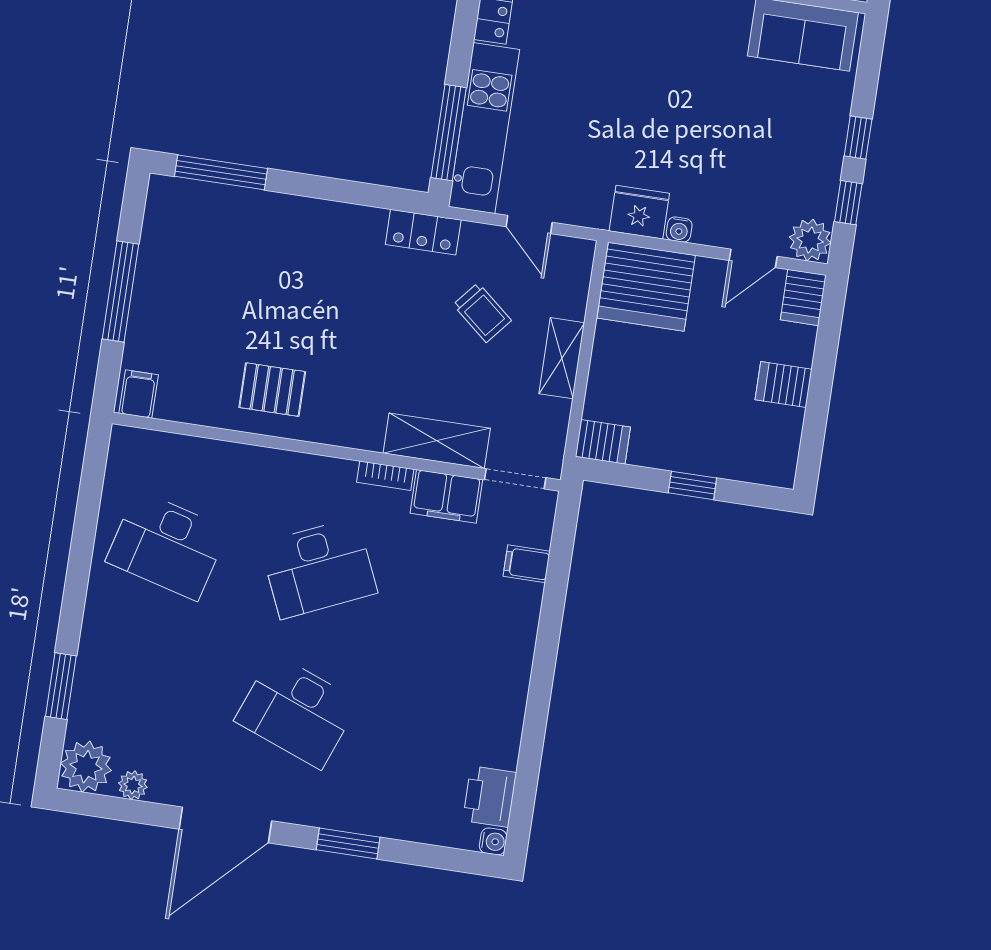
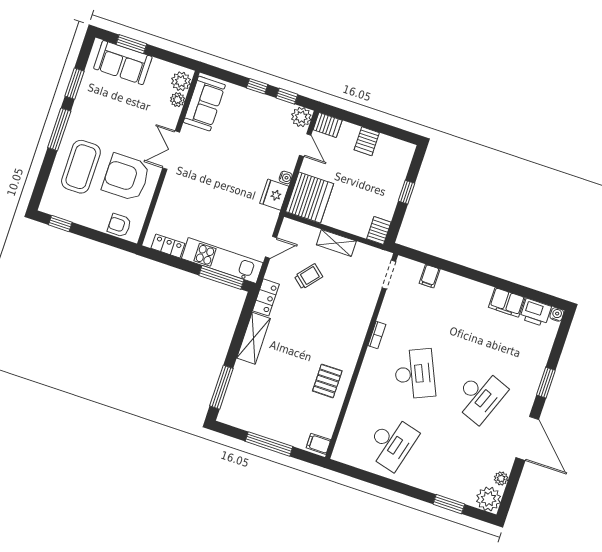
shelving: (437, 441) -> (254, 338), moved
filing cabinet: (446, 496) -> (507, 302), moved, turned 90

